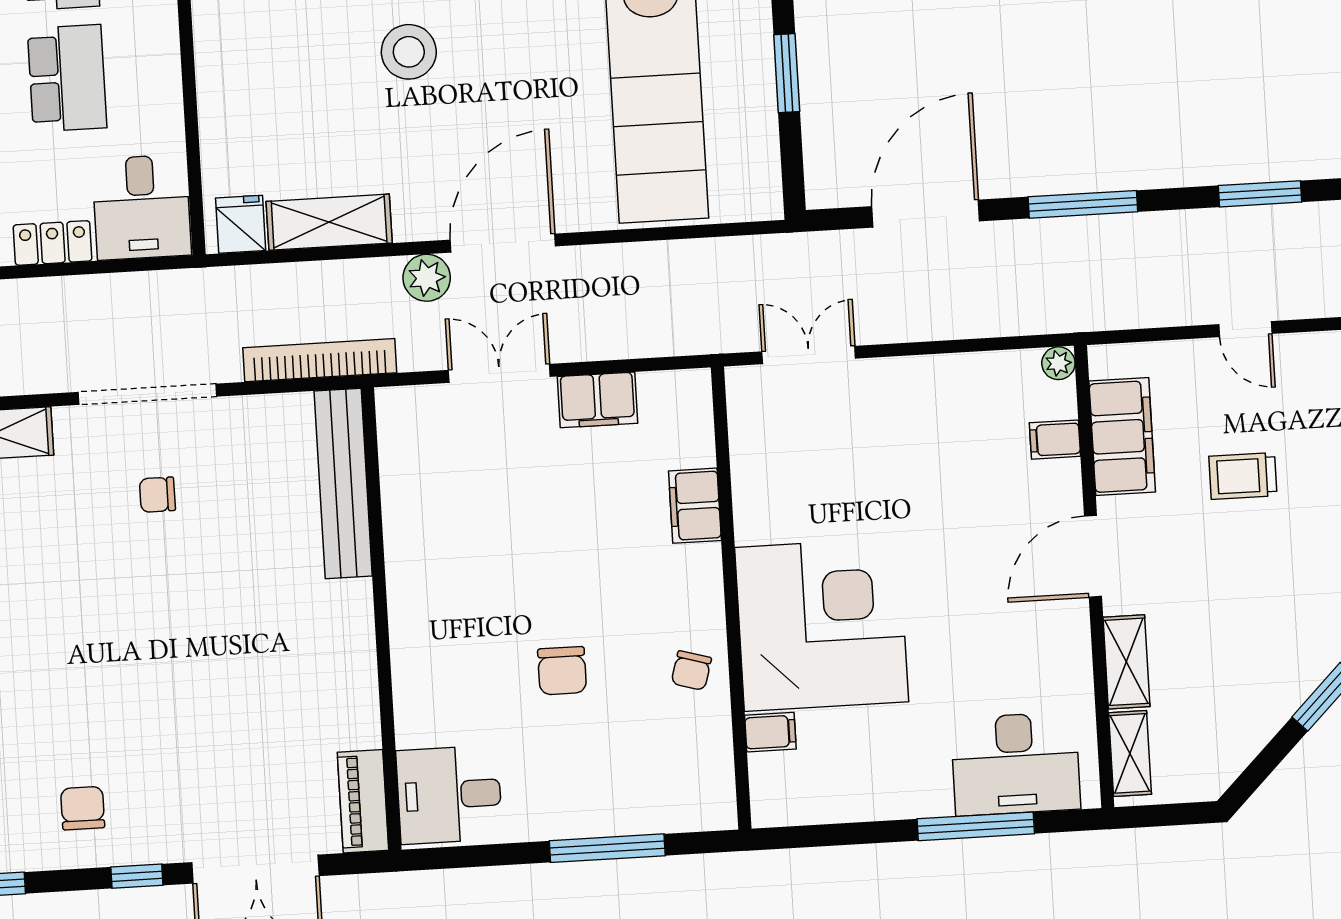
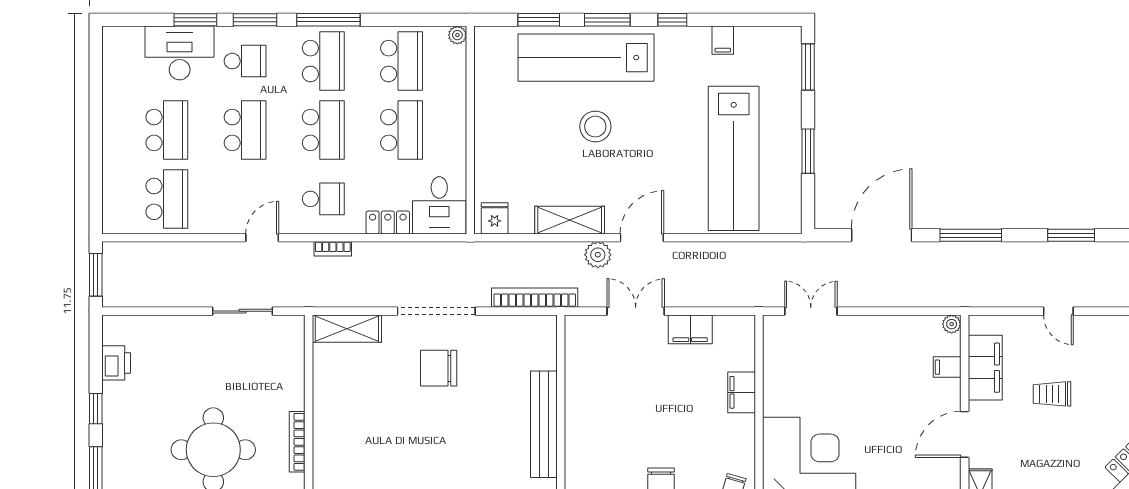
shelving: (329, 222) -> (570, 220), moved
door: (503, 243) -> (642, 238), width x0.73
bench: (343, 484) -> (544, 424), moved
chair: (157, 495) -> (439, 368), width x1.87, depth x1.87

